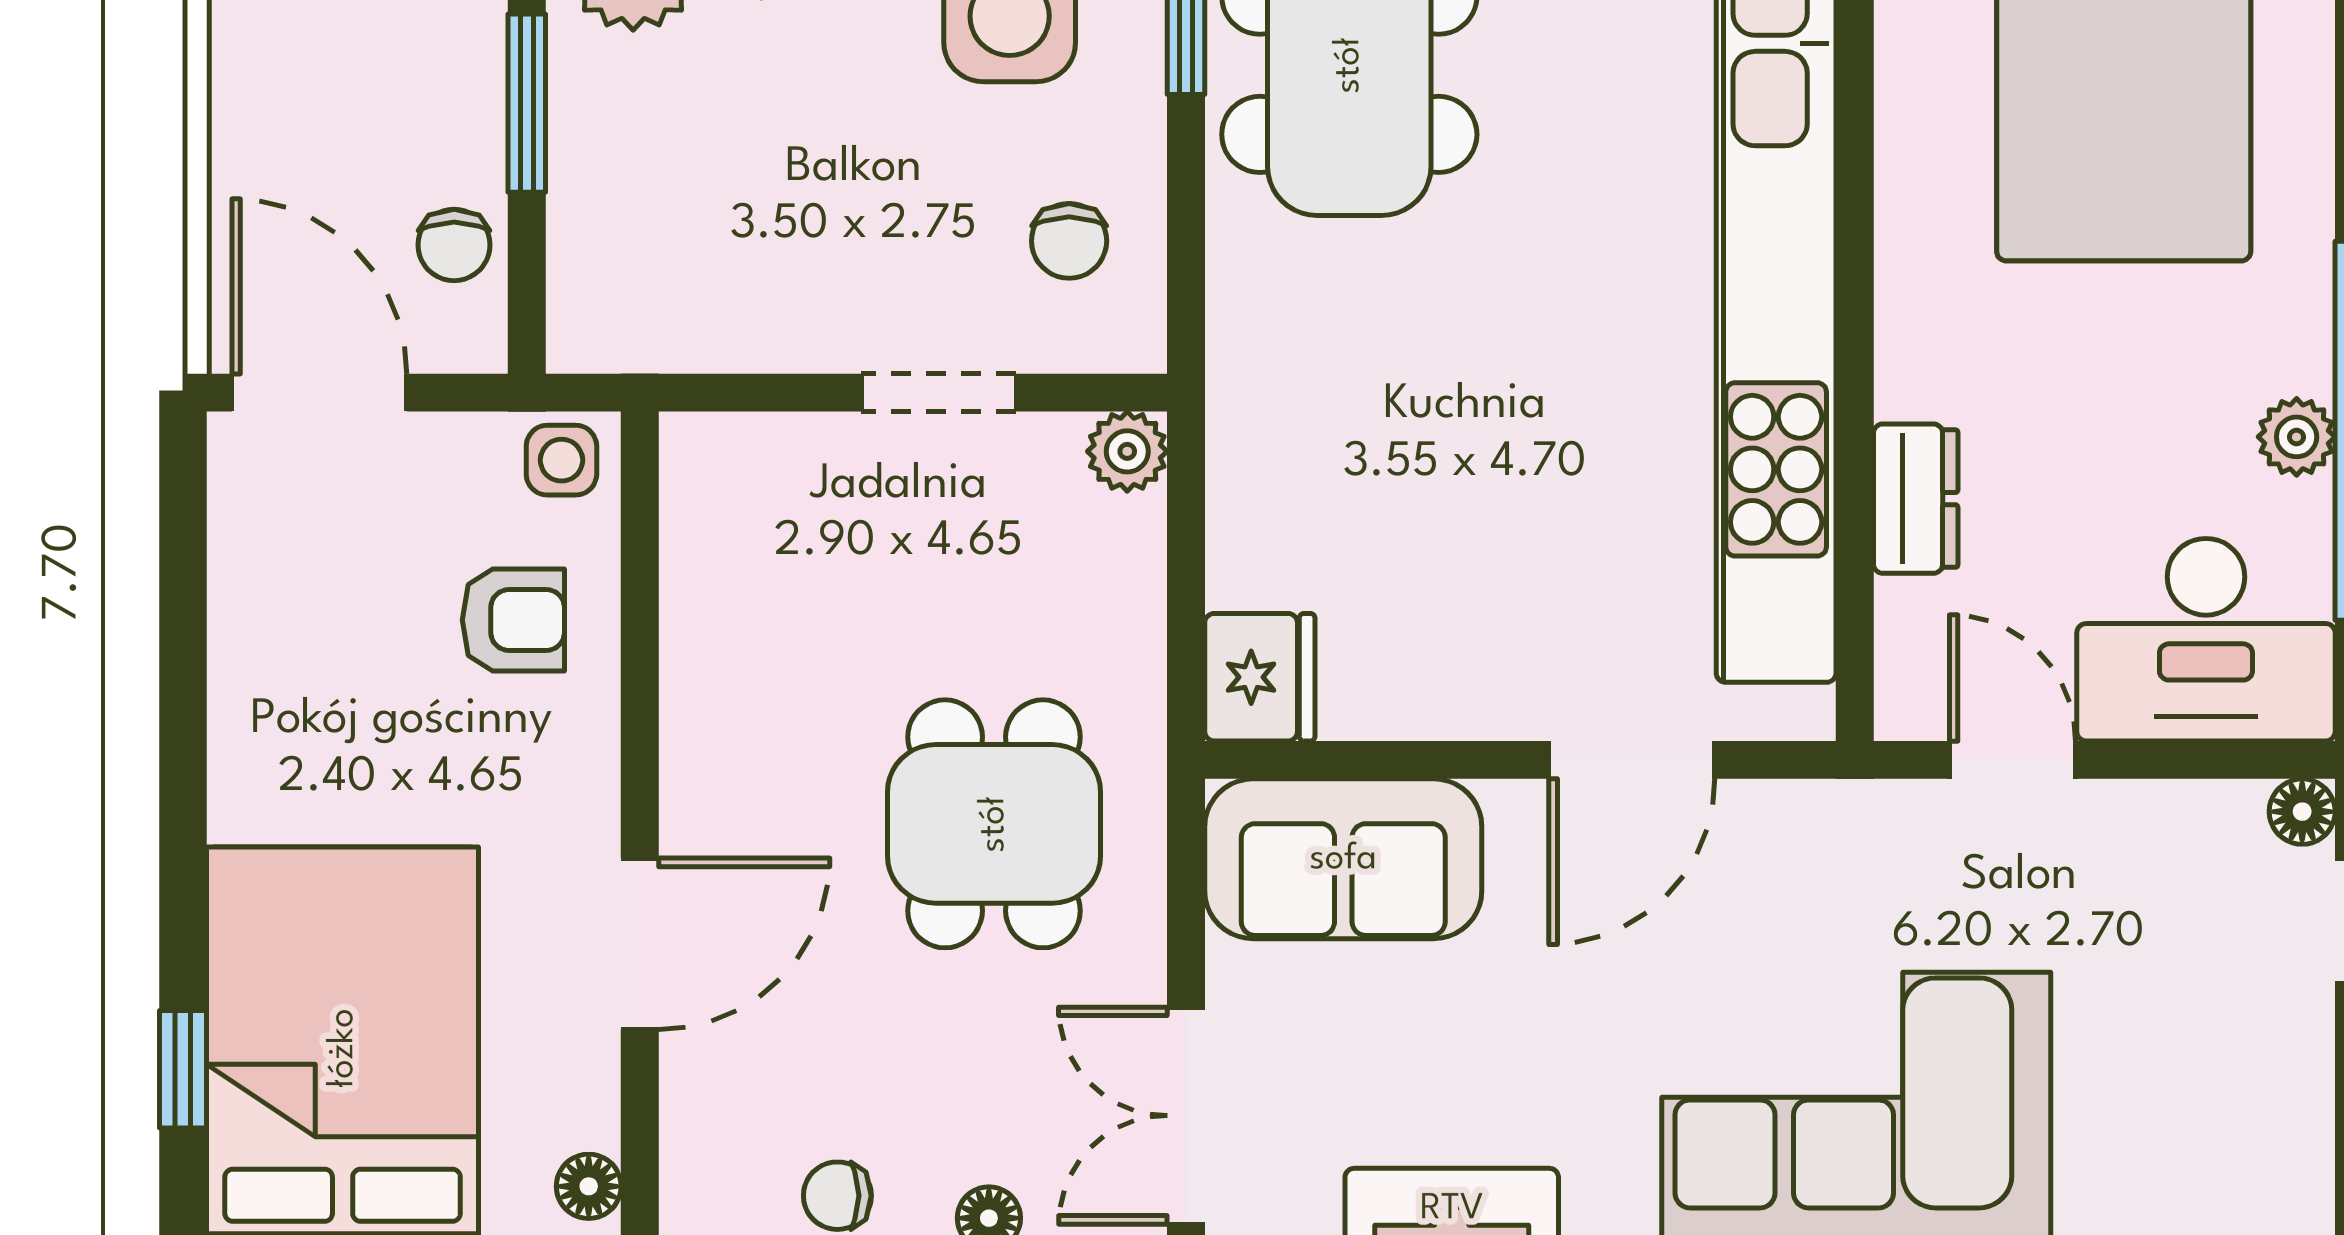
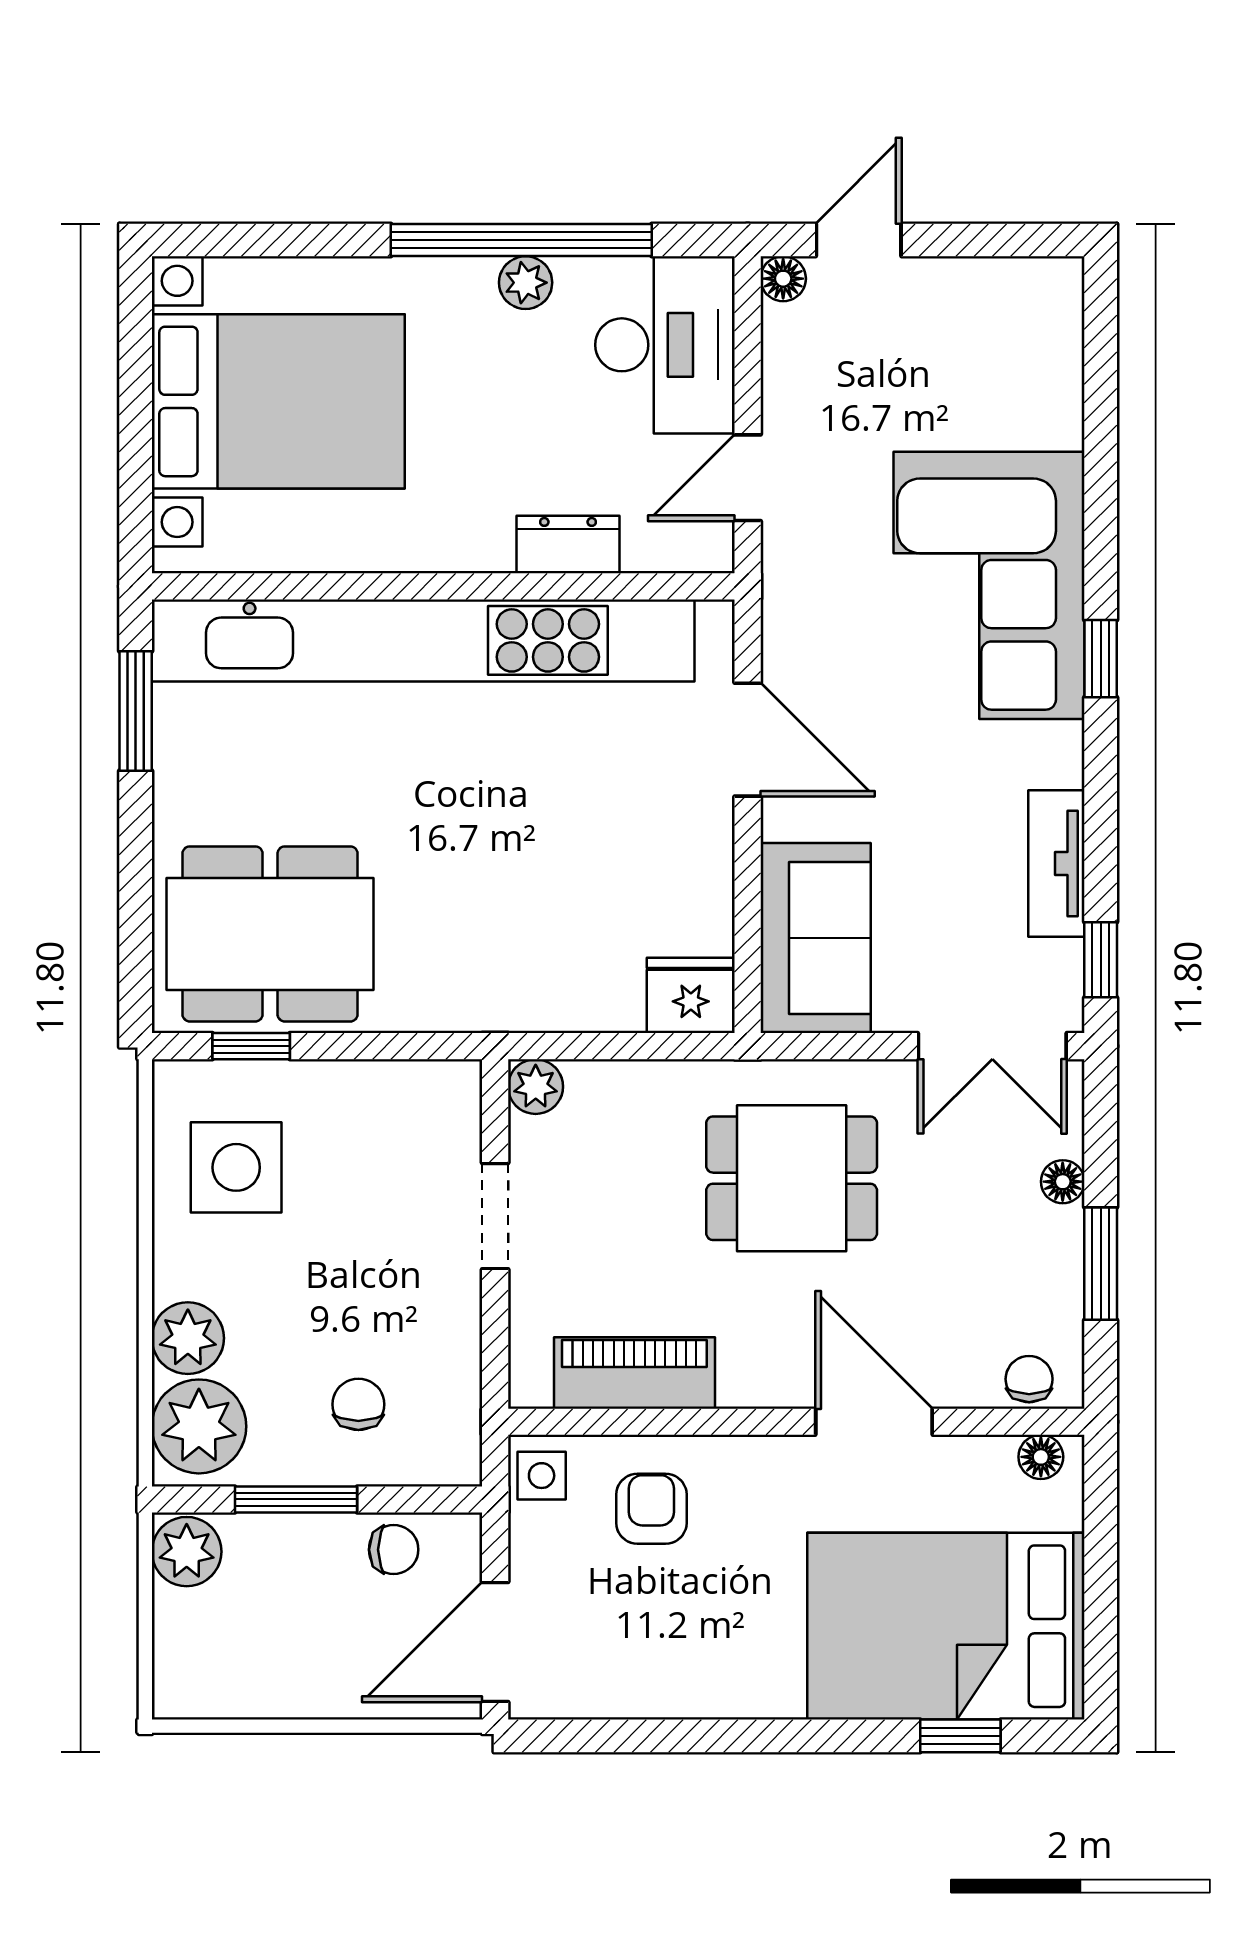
chair: (1069, 241) -> (358, 1404), moved, turned -90
piano: (711, 595) -> (634, 1373), added
chair: (837, 1196) -> (1029, 1379), moved, turned 180

